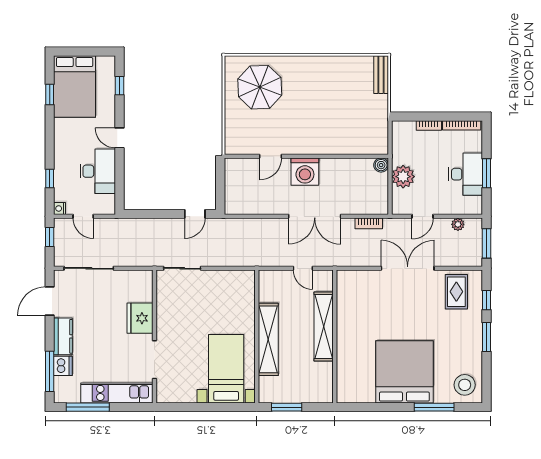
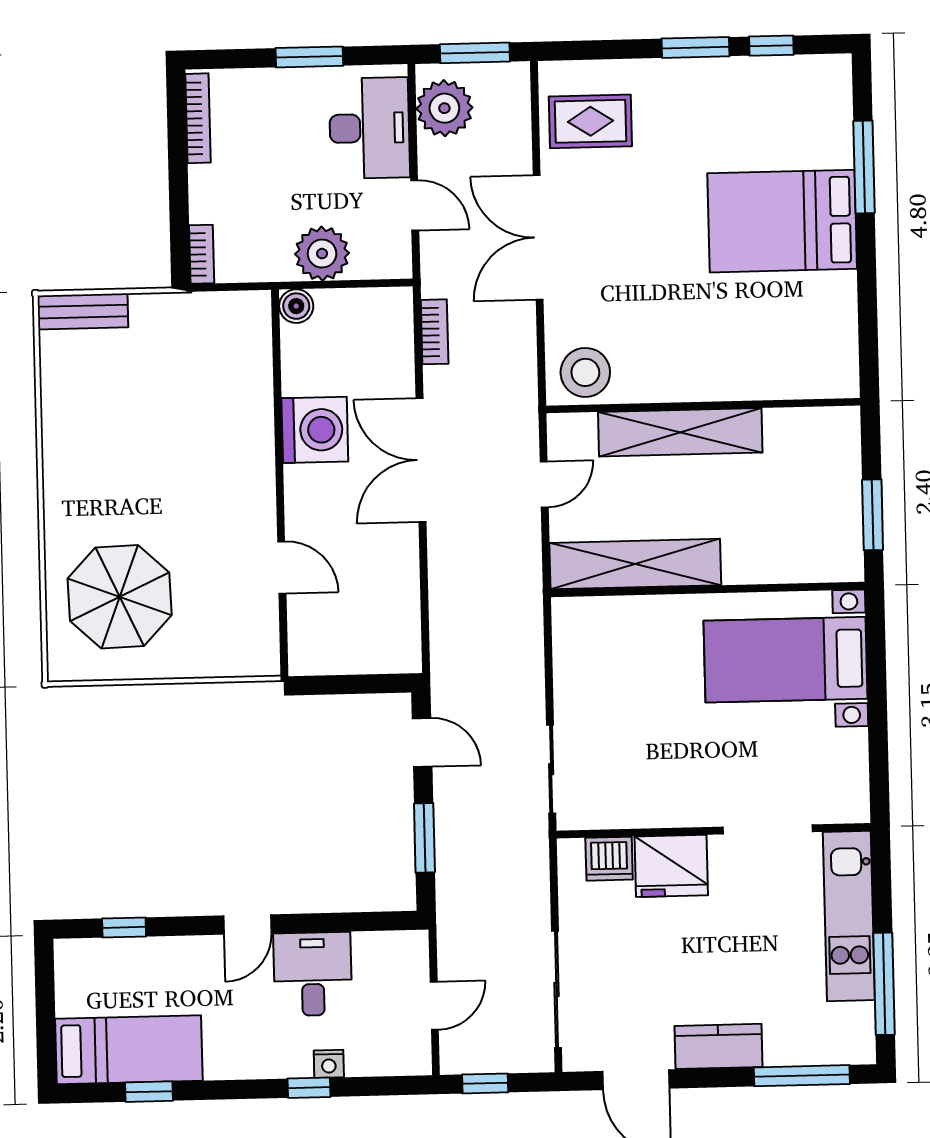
bed: (75, 86) -> (129, 1050), width x0.67
bookcase: (429, 126) -> (202, 254), moved
desk: (98, 171) -> (313, 974), width x0.73
washing machine: (305, 172) -> (315, 430), moved
desk: (466, 174) -> (369, 128), moved, turned 90
window: (50, 179) -> (309, 1088), moved
nightstand: (60, 208) -> (329, 1064), moved
window: (154, 214) -> (424, 838), added
double door: (315, 216) -> (421, 460), swing flipped
plant: (458, 224) -> (444, 108), width x1.87, depth x1.87
window: (487, 300) -> (771, 46), moved
shelving: (268, 339) -> (635, 564), moved
dishwasher: (63, 366) -> (609, 859), moved, turned 180
bed: (404, 372) -> (782, 221), width x0.73
stool: (465, 385) -> (585, 372), moved

